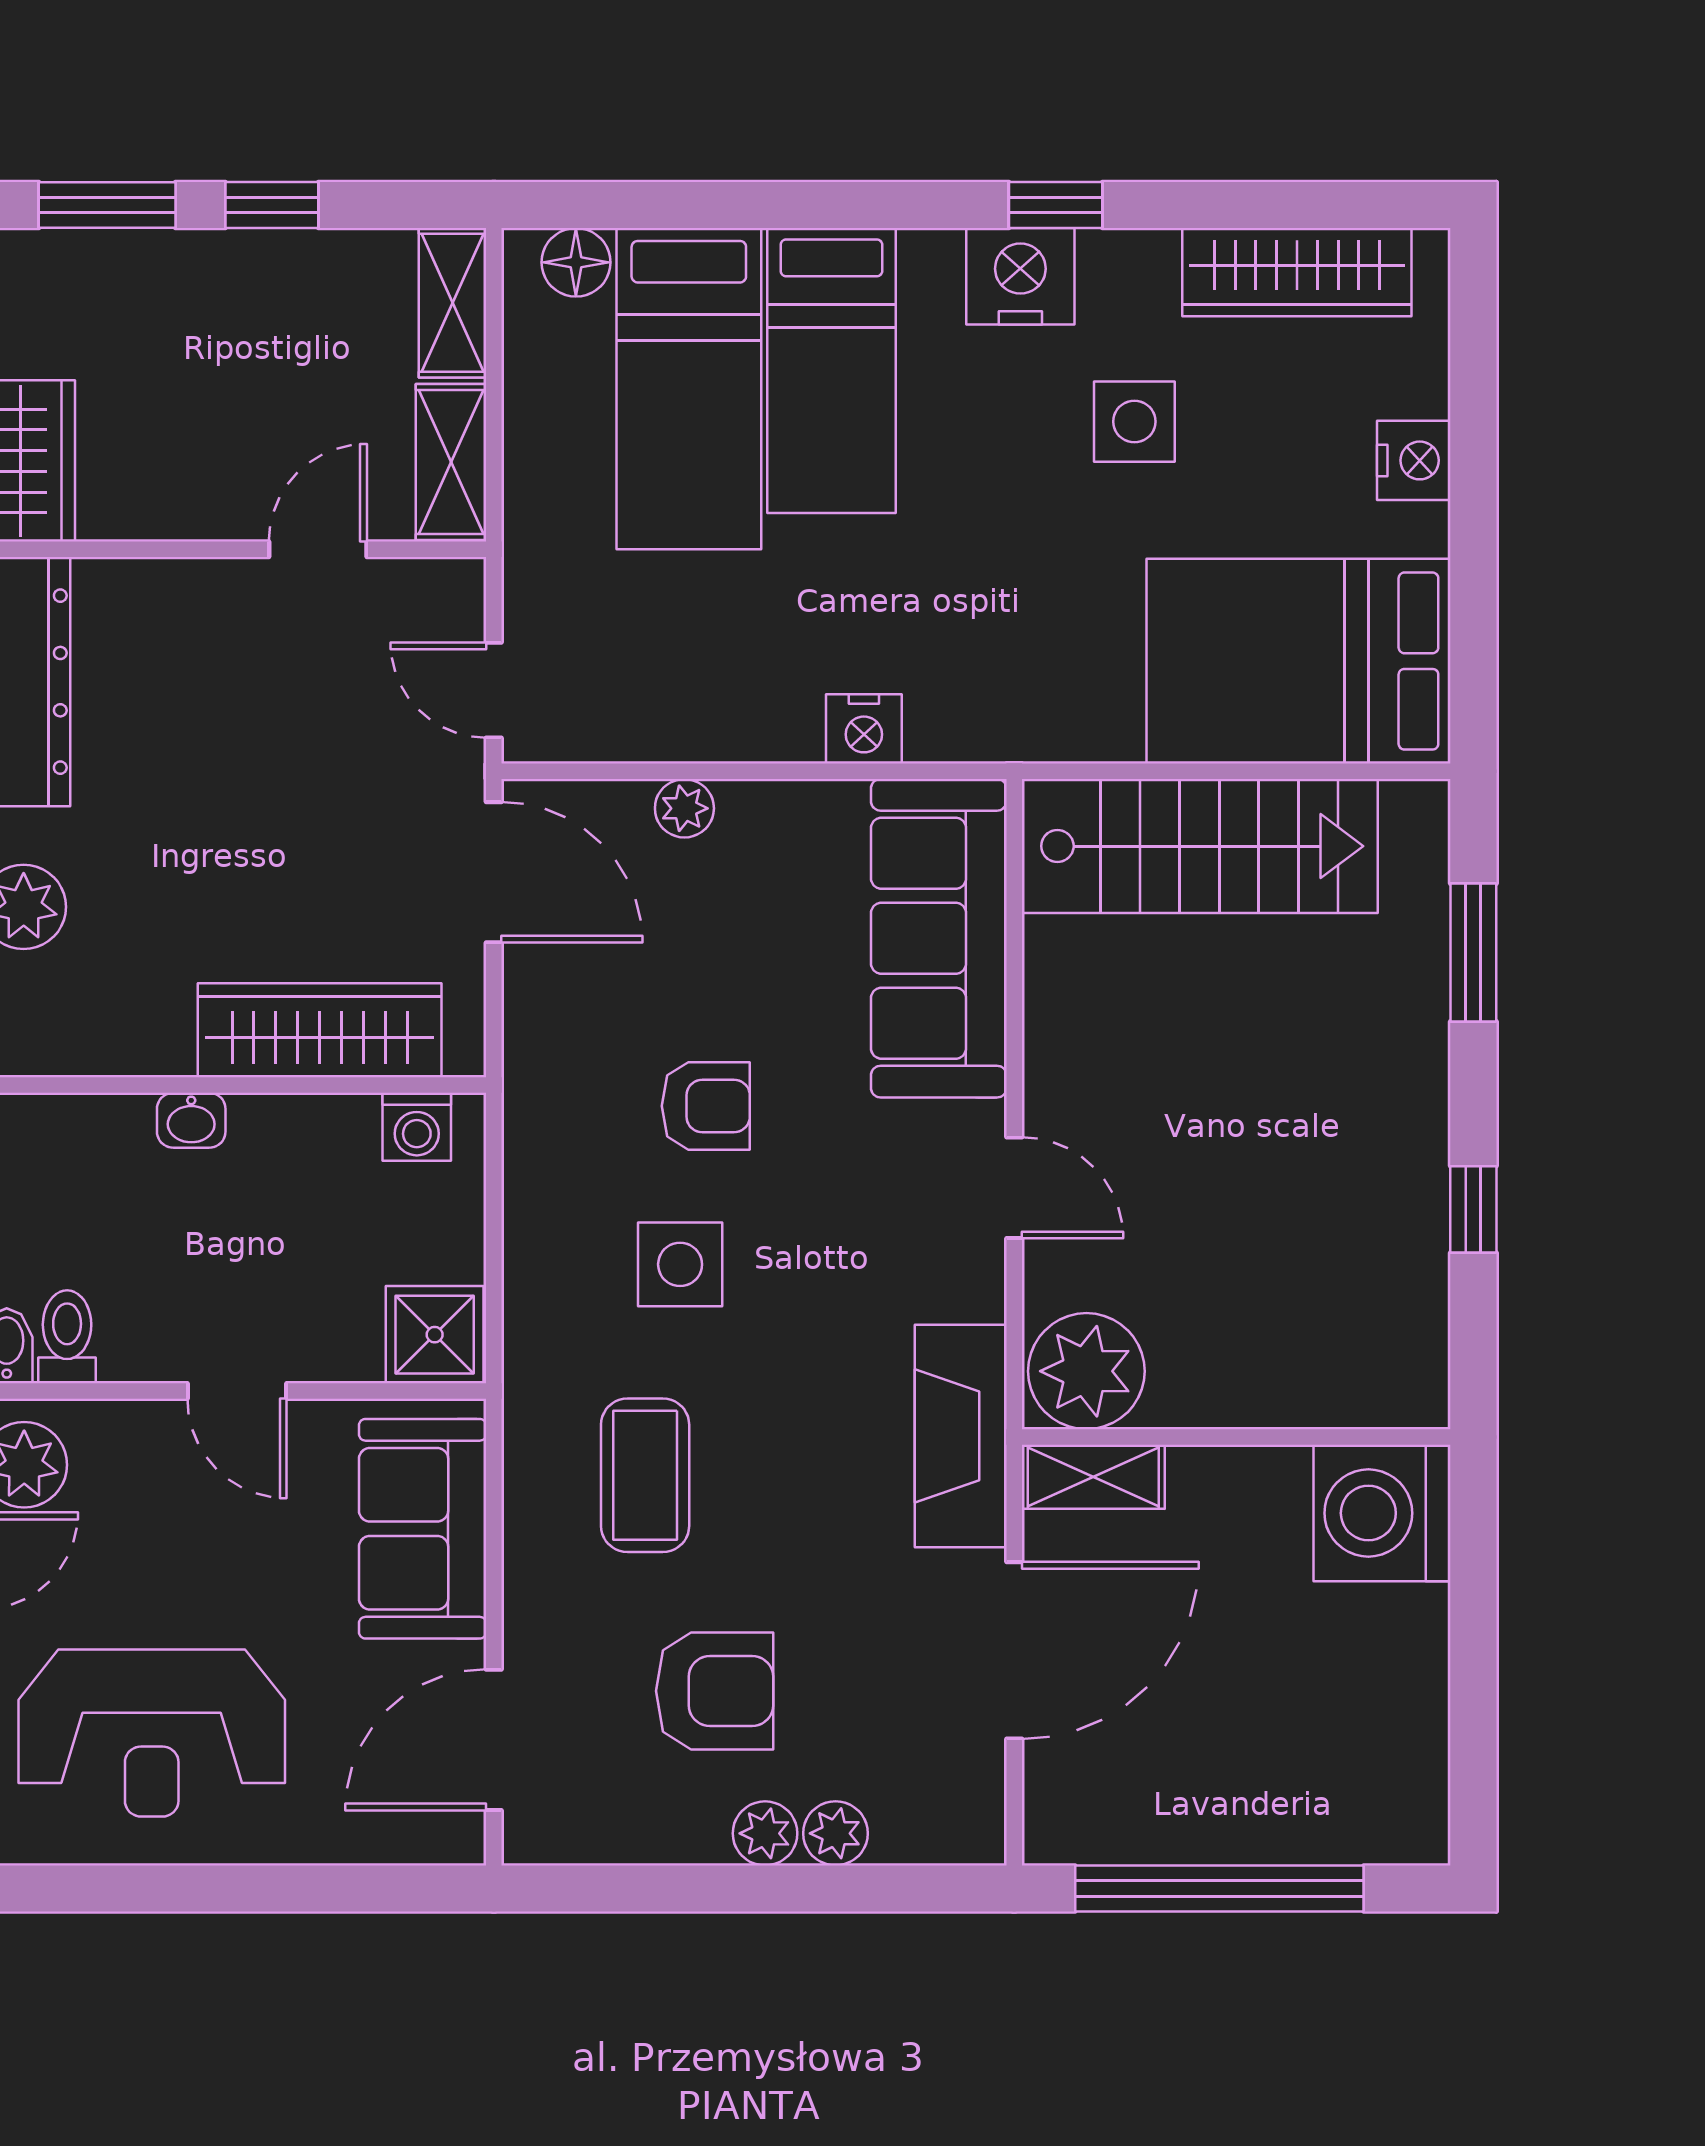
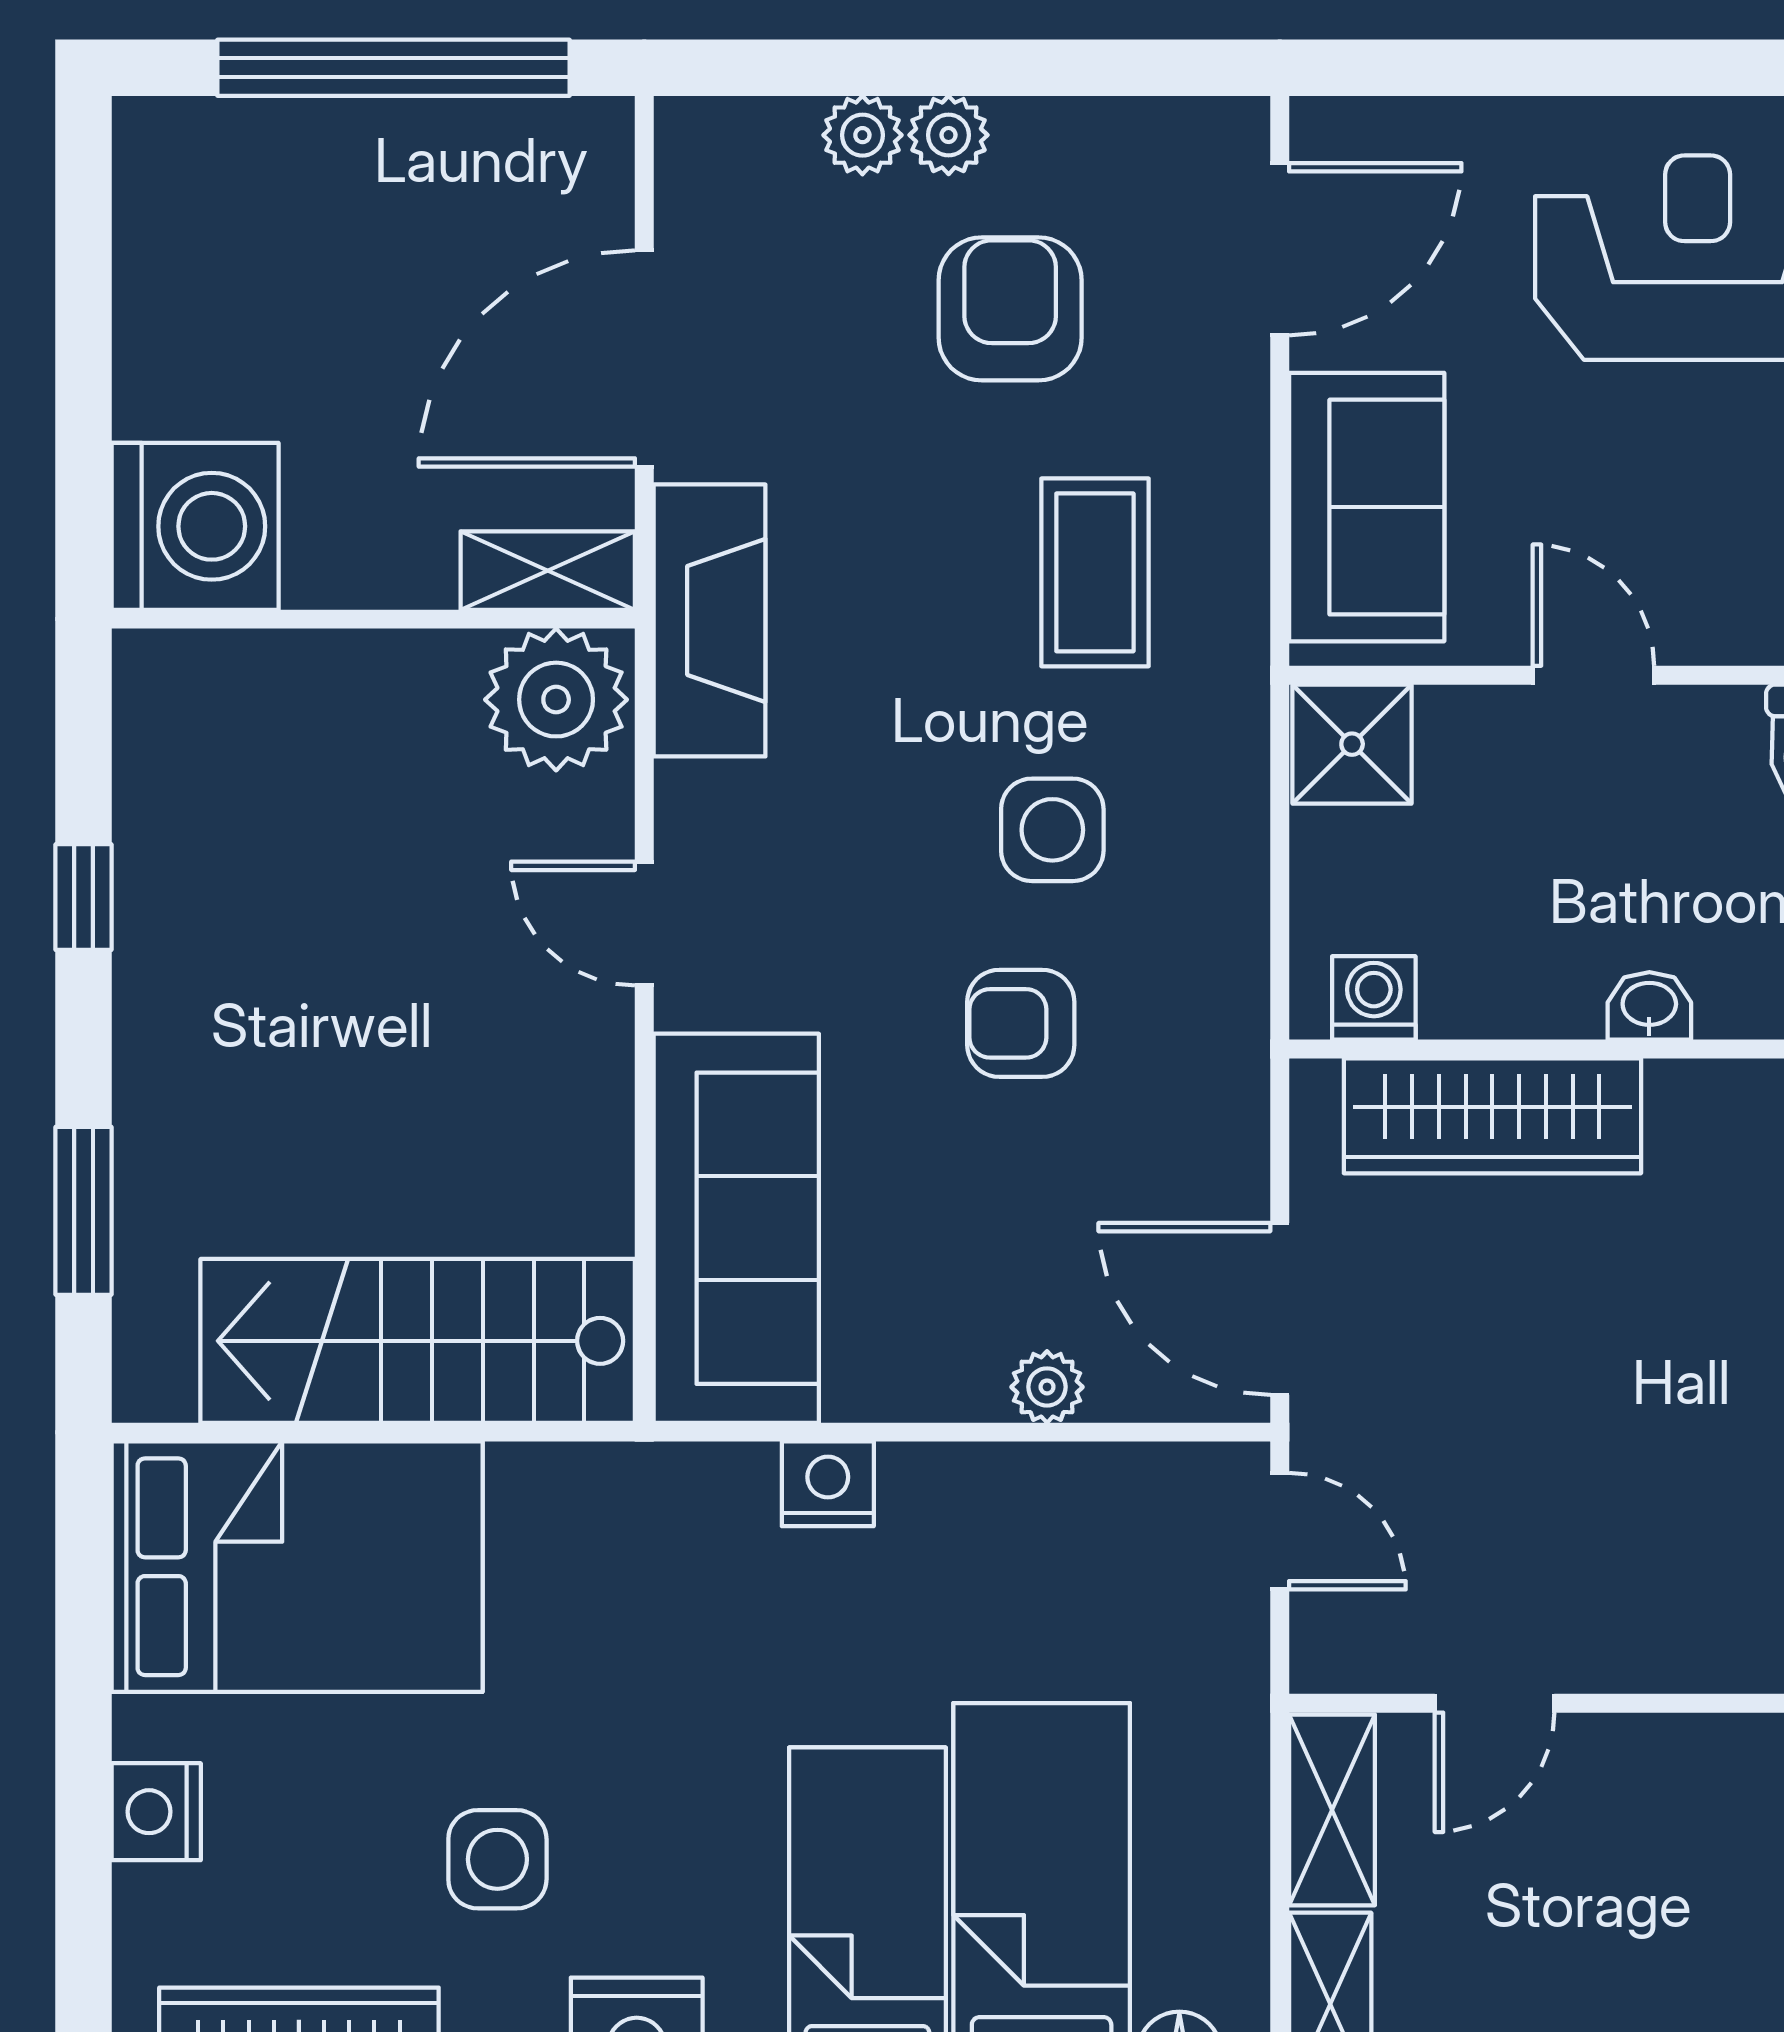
armchair: (715, 1691) -> (1010, 309), turned 90

